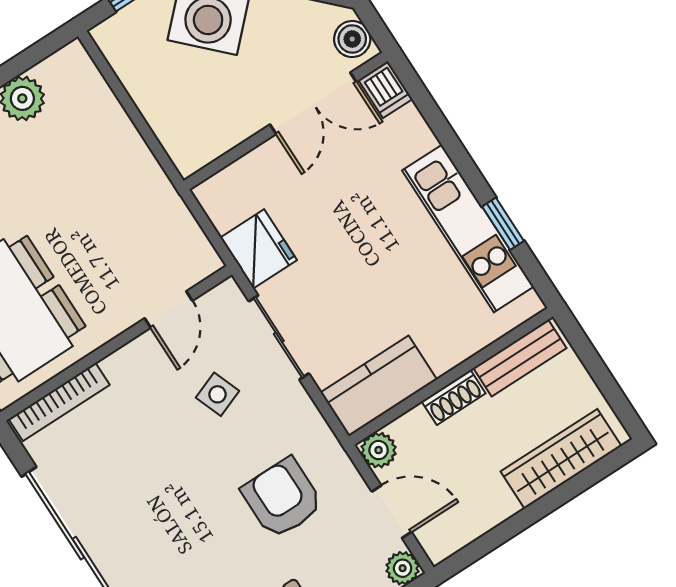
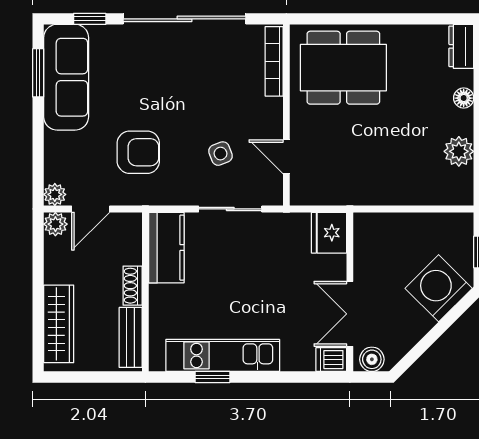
fridge: (259, 249) -> (329, 233), moved, turned 90
plant: (379, 450) -> (55, 224), moved

